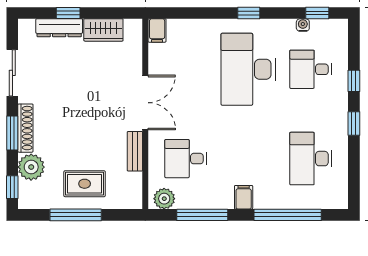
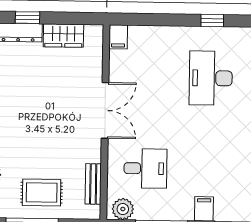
desk: (248, 69) -> (211, 78), width x0.73, depth x0.77
bench: (135, 151) -> (93, 184), moved
desk: (186, 159) -> (145, 168), turned 180

